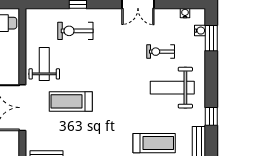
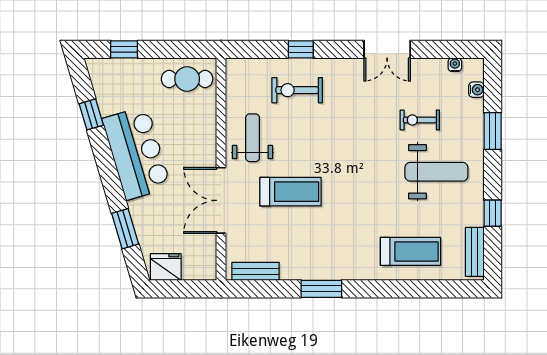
window: (211, 38) -> (493, 131), moved
weight bench: (172, 88) -> (436, 172), turned 180
treadmill: (71, 101) -> (290, 192), turned 180

